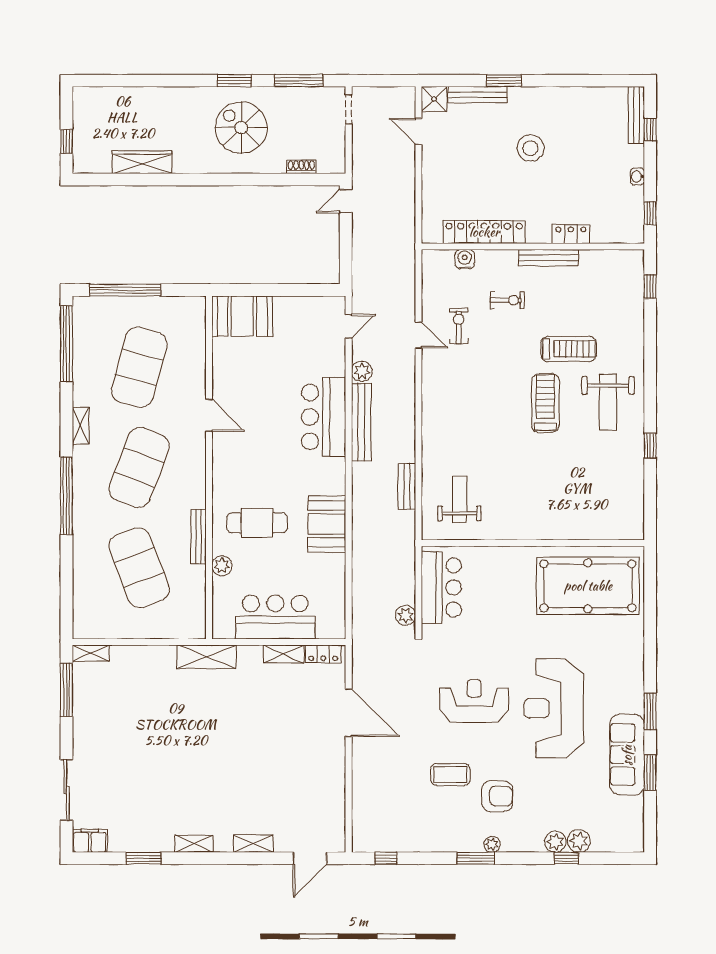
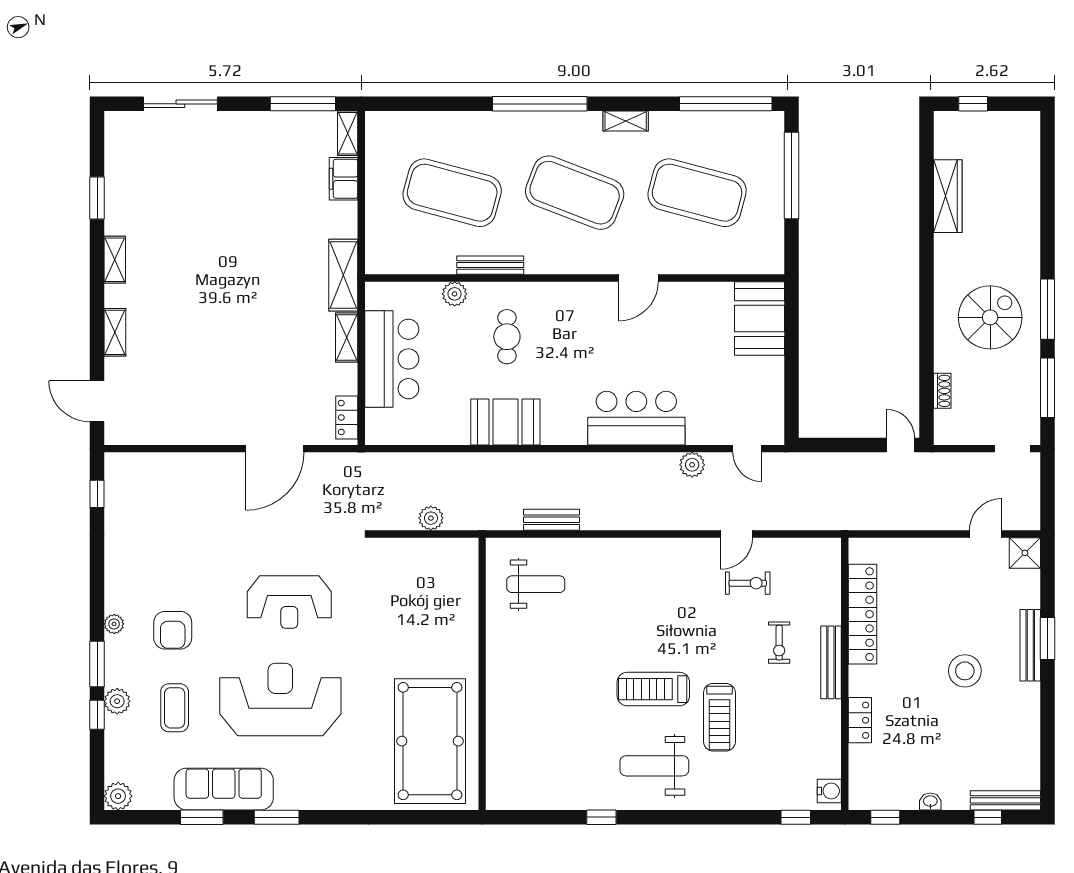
window: (234, 81) -> (1047, 309), width x1.44
bench: (477, 95) -> (1030, 645), moved
bench: (549, 258) -> (831, 662), moved
water cooler: (465, 259) -> (829, 791), moved
treadmill: (545, 403) -> (653, 689), turned 180
bench: (361, 422) -> (630, 464), removed
cafe table: (257, 523) -> (507, 337), width x0.73, depth x0.74
exercise mat: (139, 568) -> (452, 193), turned 36
bar counter: (441, 588) -> (428, 562), removed
plant: (405, 615) -> (431, 518), moved
shelving: (284, 654) -> (347, 338), moved
reception desk: (474, 701) -> (289, 602), turned 90
coffee table: (450, 775) -> (175, 708), moved
filing cabinet: (90, 841) -> (344, 179), moved, turned 180
plant: (579, 841) -> (118, 796), moved
window: (476, 858) -> (97, 664), moved

